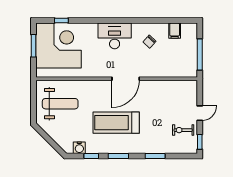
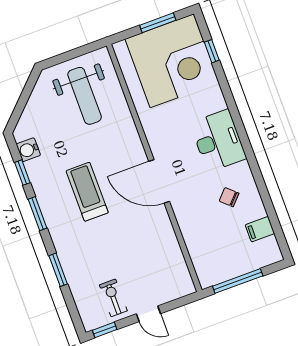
treadmill: (116, 123) -> (87, 192), width x0.73, depth x0.73

